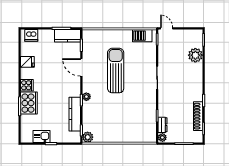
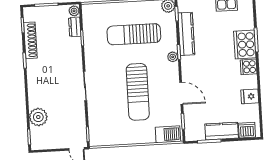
kitchen counter: (67, 36) -> (222, 131), moved
barbecue: (142, 36) -> (168, 134), moved
sun lounger: (116, 116) -> (134, 34), added

